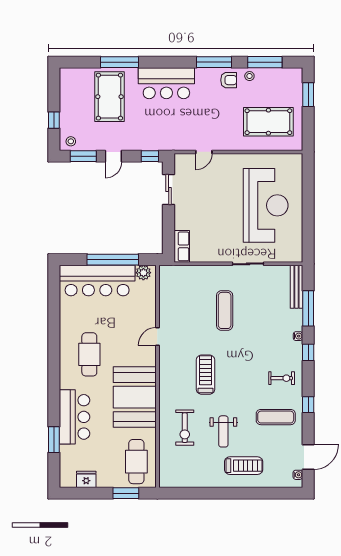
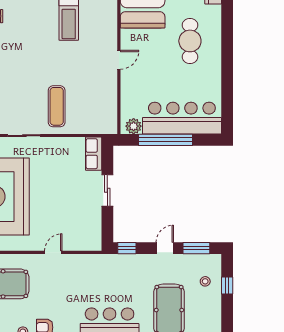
stool: (71, 141) -> (205, 281), moved
door: (204, 152) -> (53, 252), moved
sliding door: (169, 189) -> (107, 190), moved
exercise mat: (225, 310) -> (57, 106), moved

